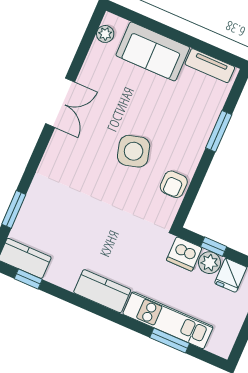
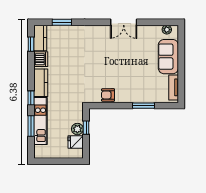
side table: (134, 151) -> (116, 68), removed
dishwasher: (184, 254) -> (41, 59), moved, turned 180
window: (121, 319) -> (31, 98), added

